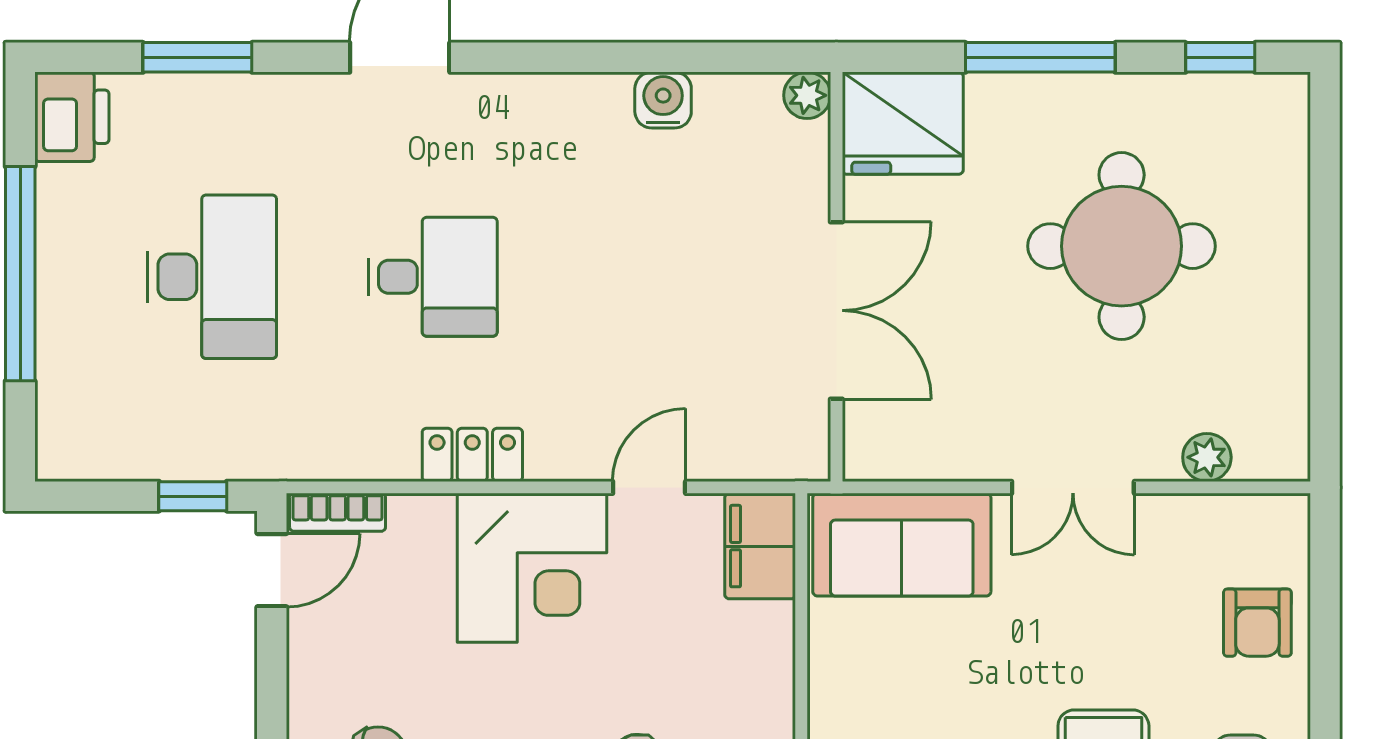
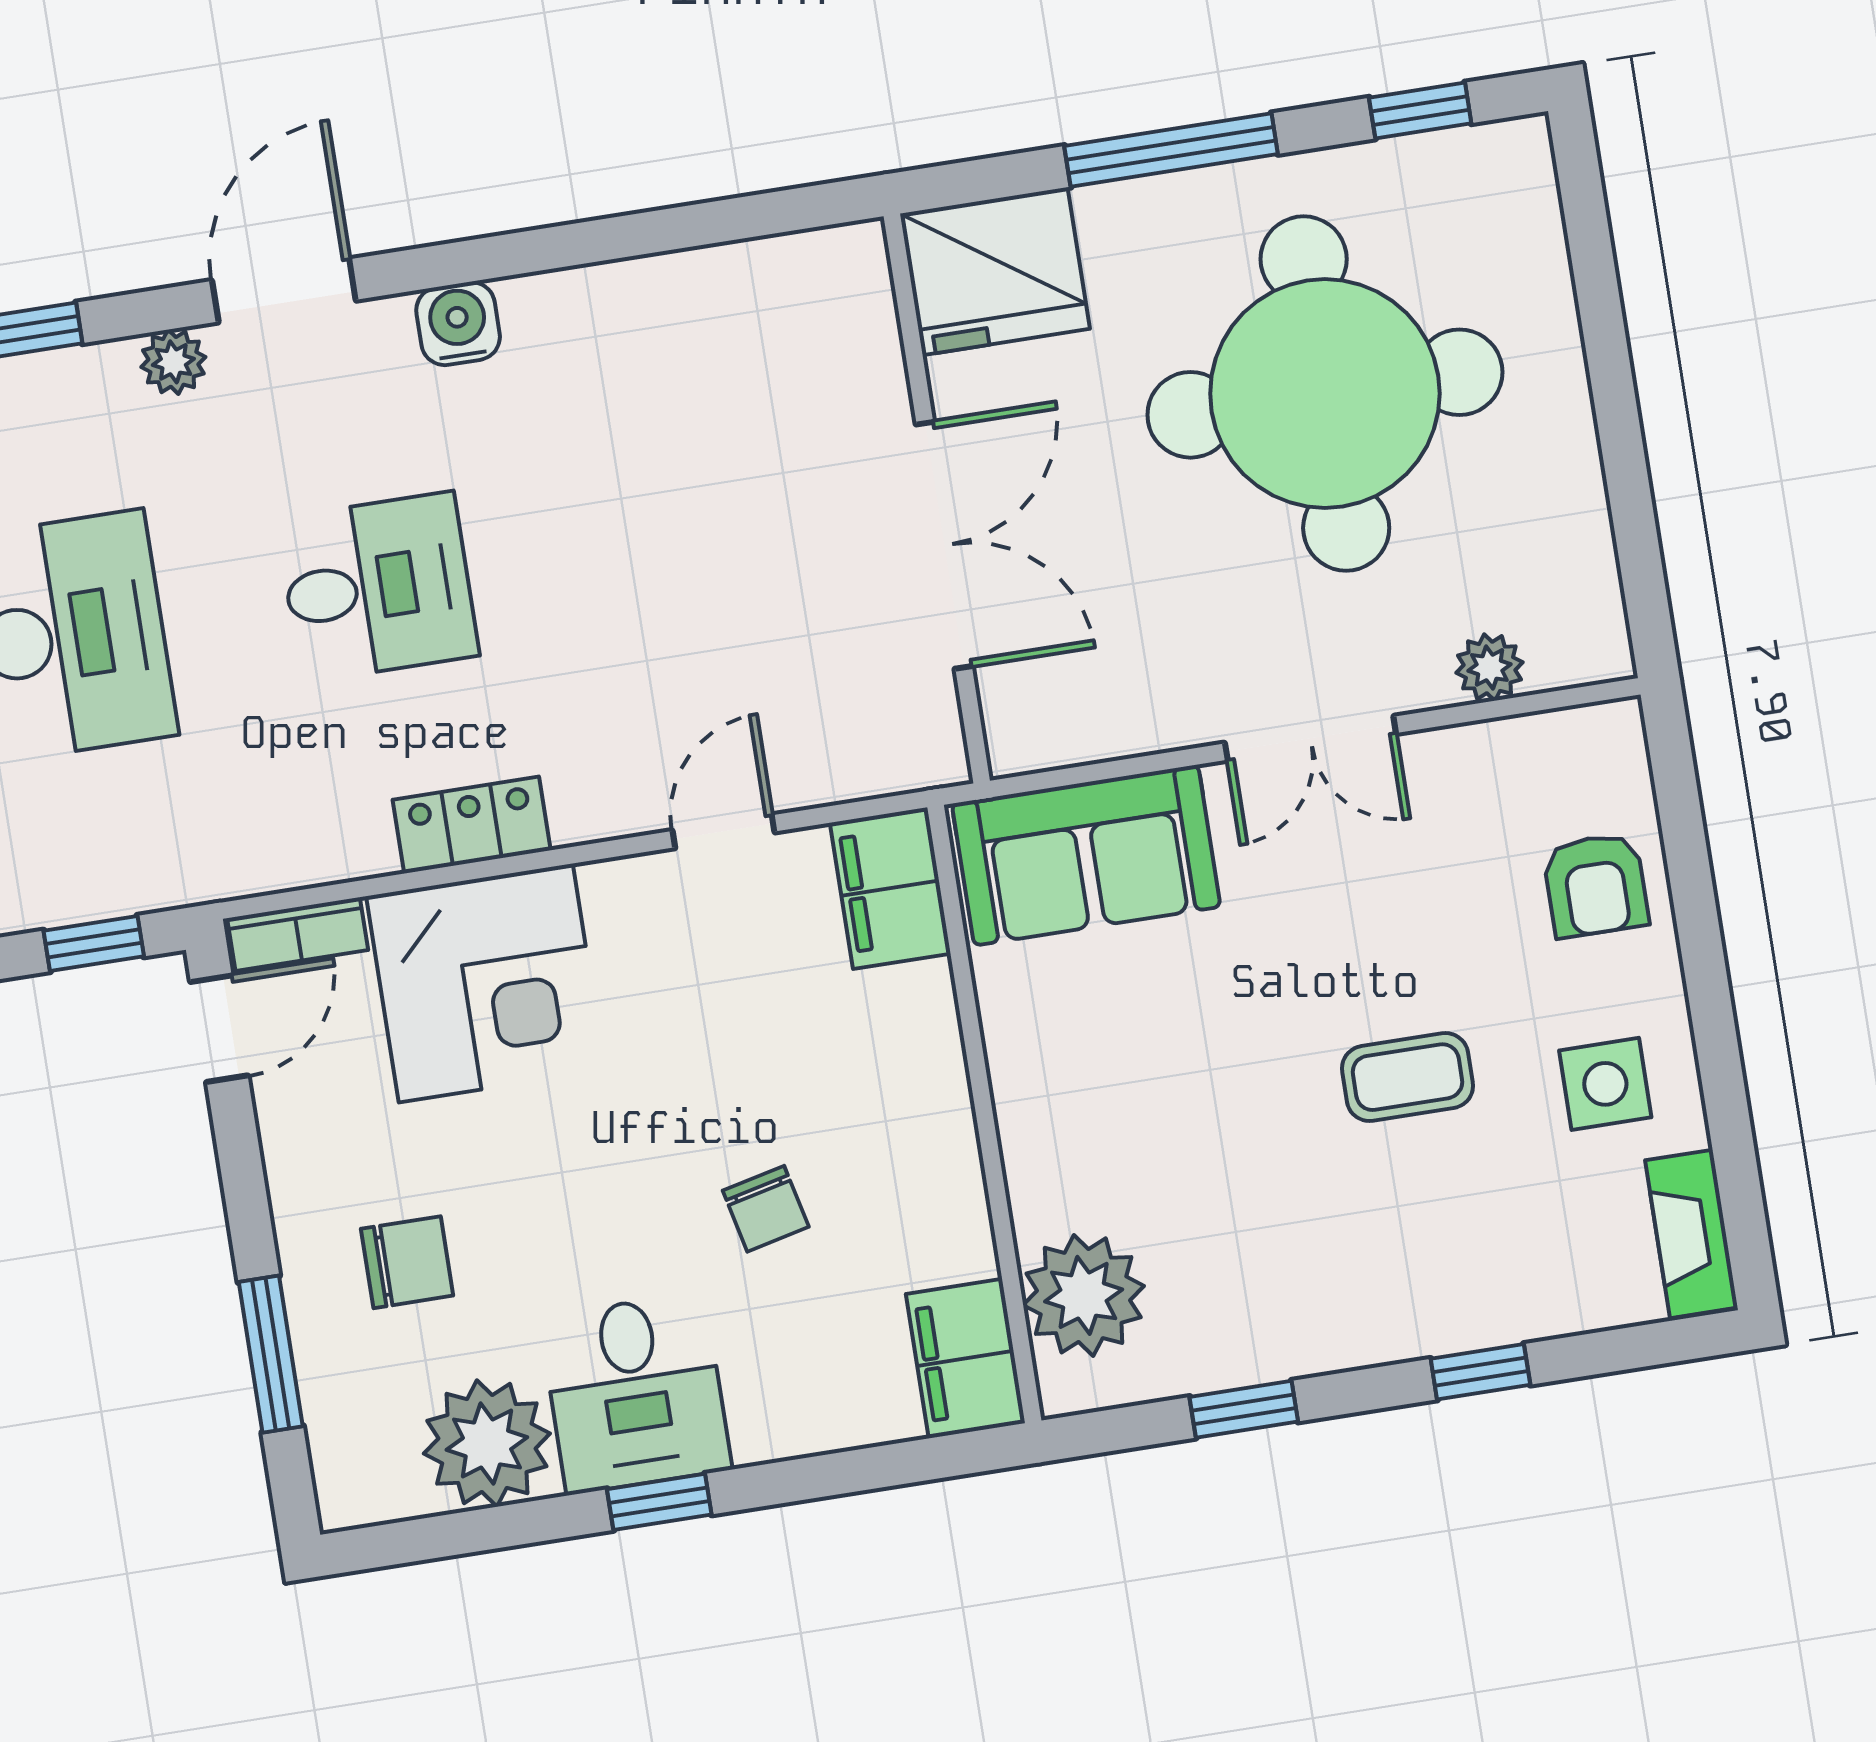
plant: (807, 95) -> (173, 362), moved
water cooler: (663, 100) -> (458, 324), moved
round table: (1122, 246) -> (1325, 394), width x1.36, depth x1.36
corner desk: (532, 568) -> (486, 983), moved

